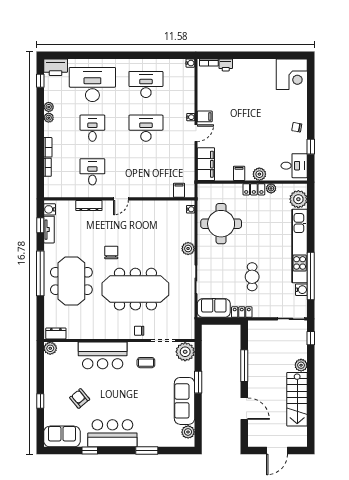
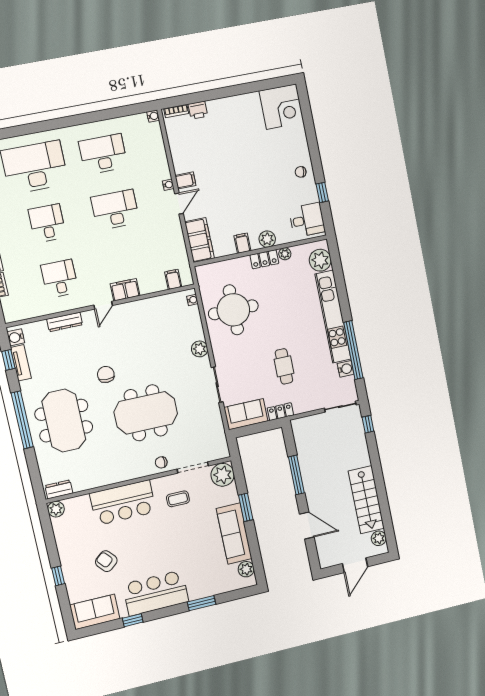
filing cabinet: (140, 191) -> (125, 290), added
meeting table: (135, 289) -> (146, 413), width x0.73
plant: (301, 365) -> (379, 538), moved

